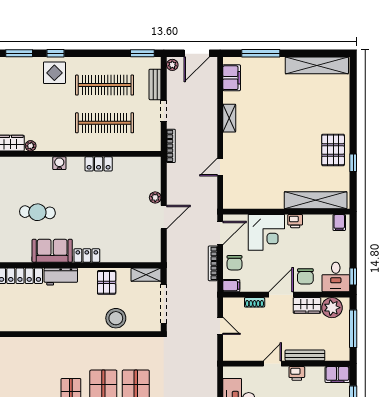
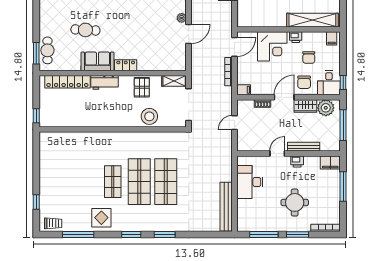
chair: (235, 263) -> (309, 57), moved
door: (220, 326) -> (234, 123), swing flipped

